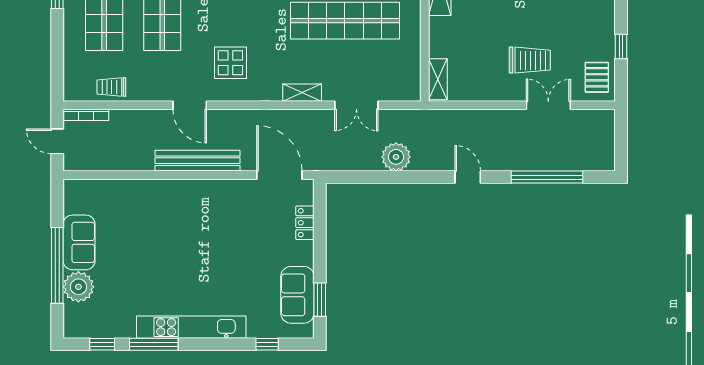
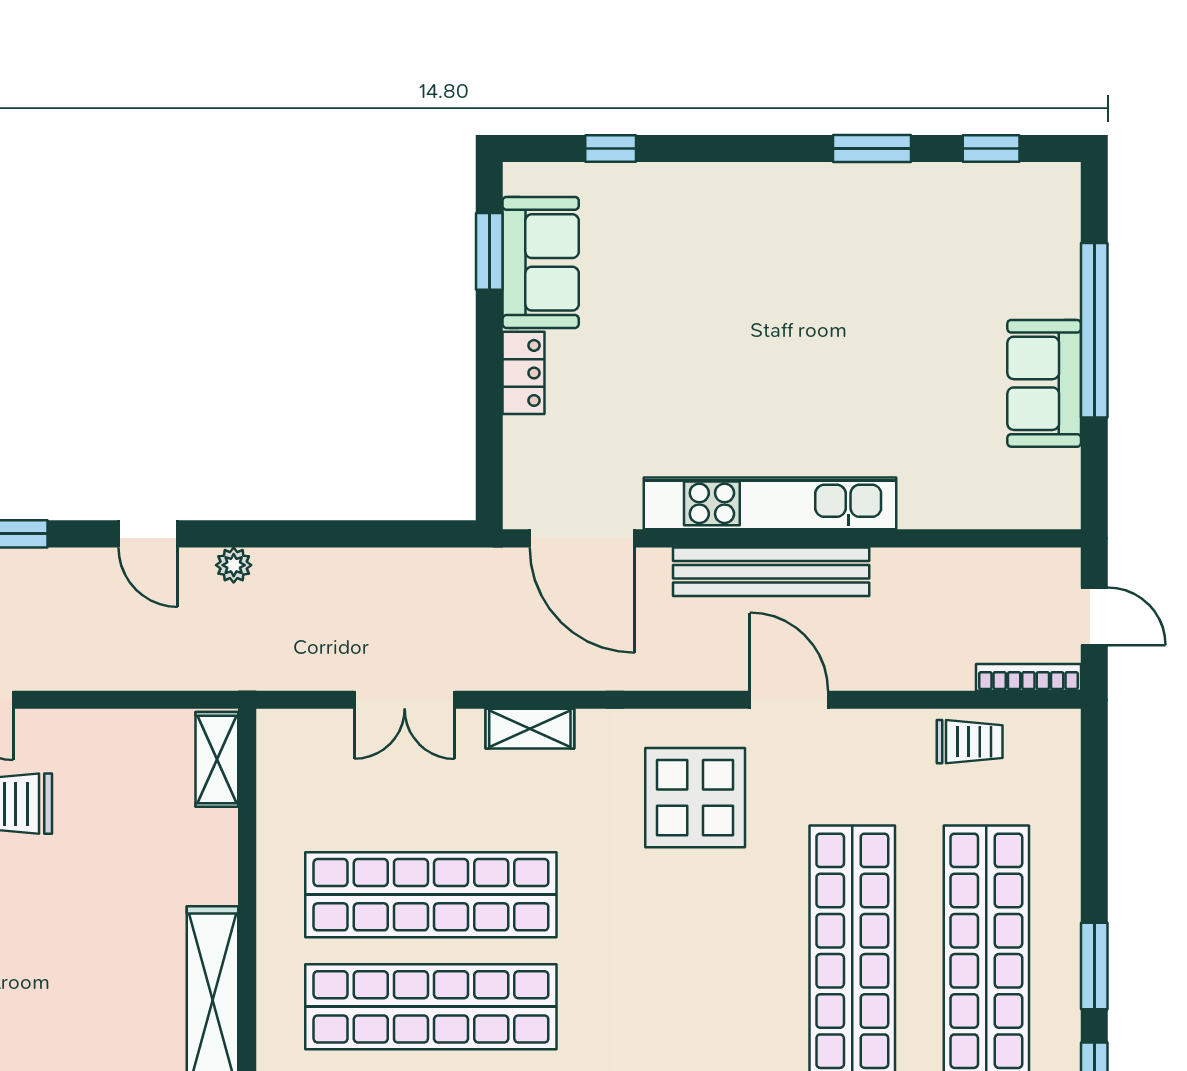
display table: (230, 63) -> (695, 798), width x1.36, depth x1.36
double door: (356, 105) -> (405, 700), swing flipped
plant: (396, 157) -> (234, 565), moved, width x0.53, depth x0.53
locker: (305, 223) -> (524, 373), moved
plant: (78, 287) -> (1046, 281), removed
kitchen unit: (191, 327) -> (770, 503), moved, turned 180
window: (154, 344) -> (872, 148), width x0.69

